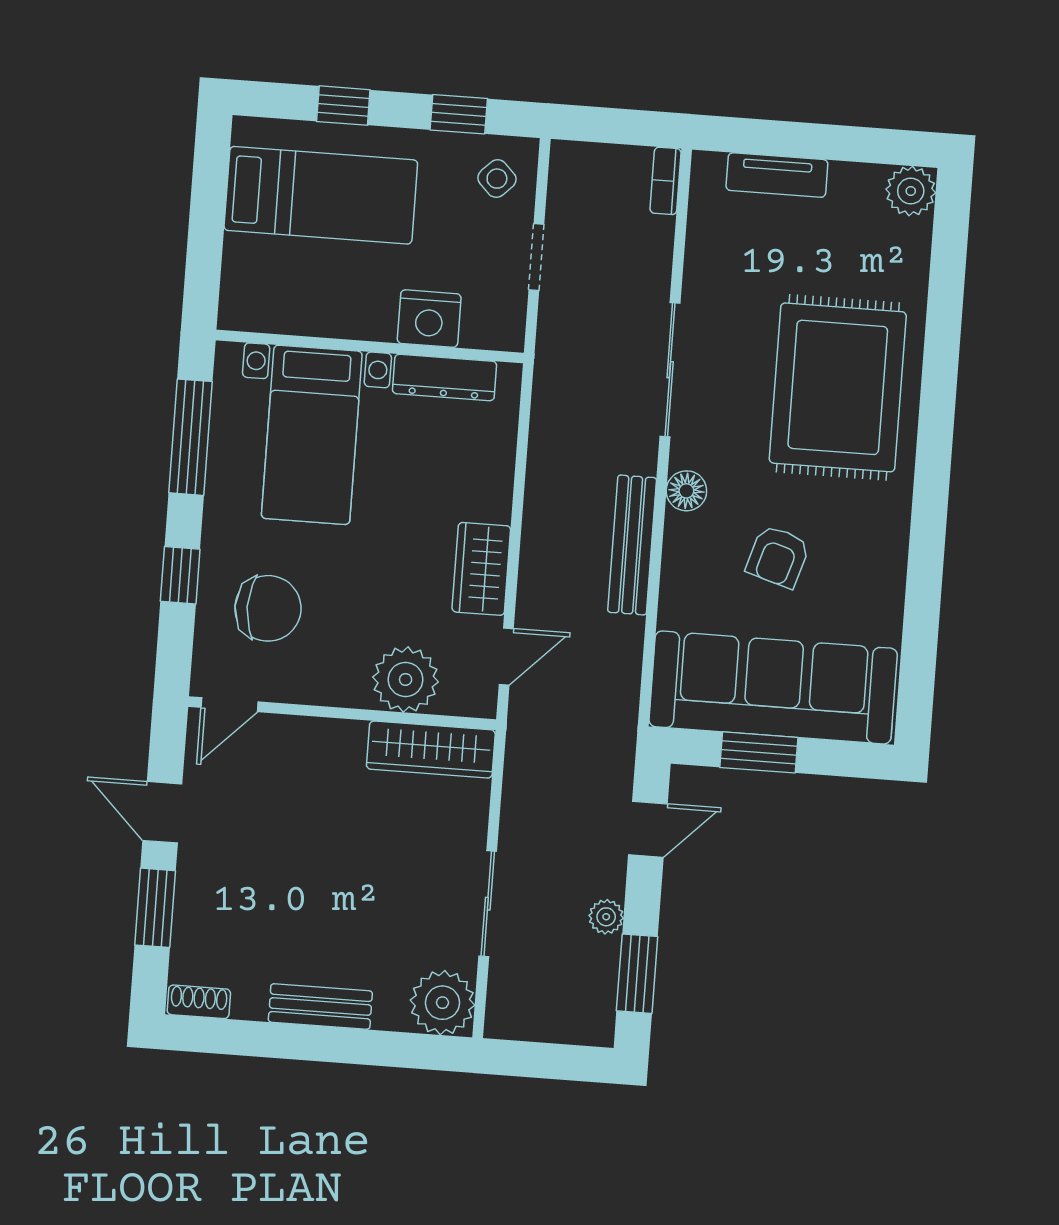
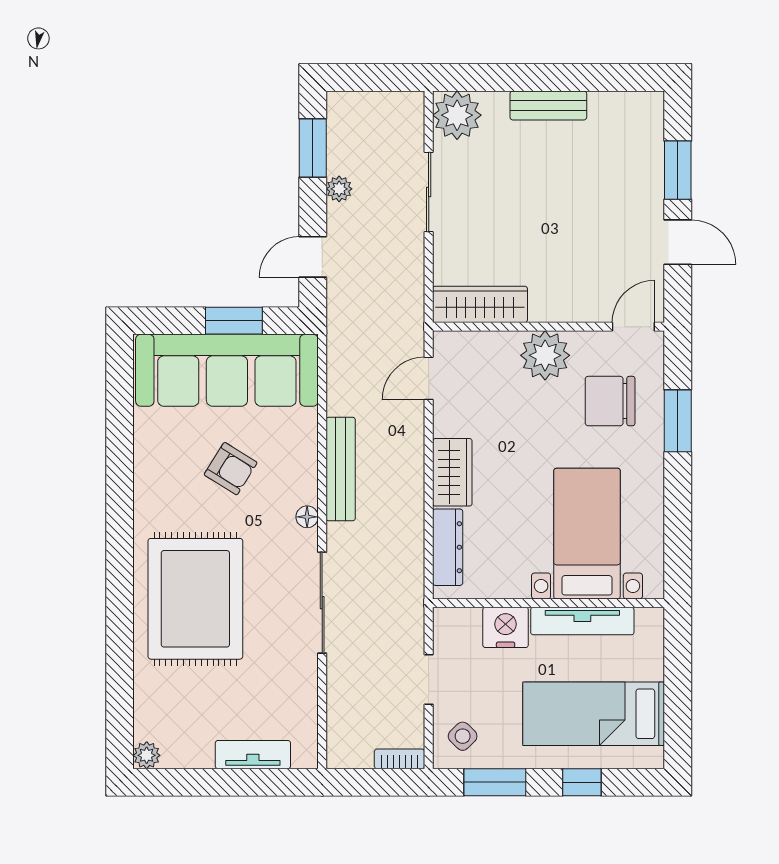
window: (459, 114) -> (495, 782), width x1.50
bookcase: (666, 181) -> (399, 759), moved, turned -90
plant: (911, 191) -> (147, 755), width x0.73, depth x0.73
tv unit: (327, 319) -> (582, 621), added
dresser: (445, 377) -> (448, 547), moved, turned 90
window: (191, 437) -> (678, 525), removed
floor lamp: (686, 491) -> (307, 517), width x0.73, depth x0.73
armchair: (778, 557) -> (231, 469), turned 105
wardrobe: (481, 569) -> (452, 472), moved
window: (180, 575) -> (678, 421), width x1.50
plant: (406, 679) -> (545, 355), moved
shoe rack: (199, 1002) -> (640, 102), removed

